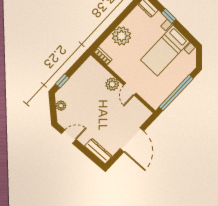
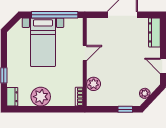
plant: (121, 36) -> (41, 97), moved
bed with nightstands: (165, 51) -> (43, 42), moved, turned 90
plant: (112, 84) -> (94, 84), moved

